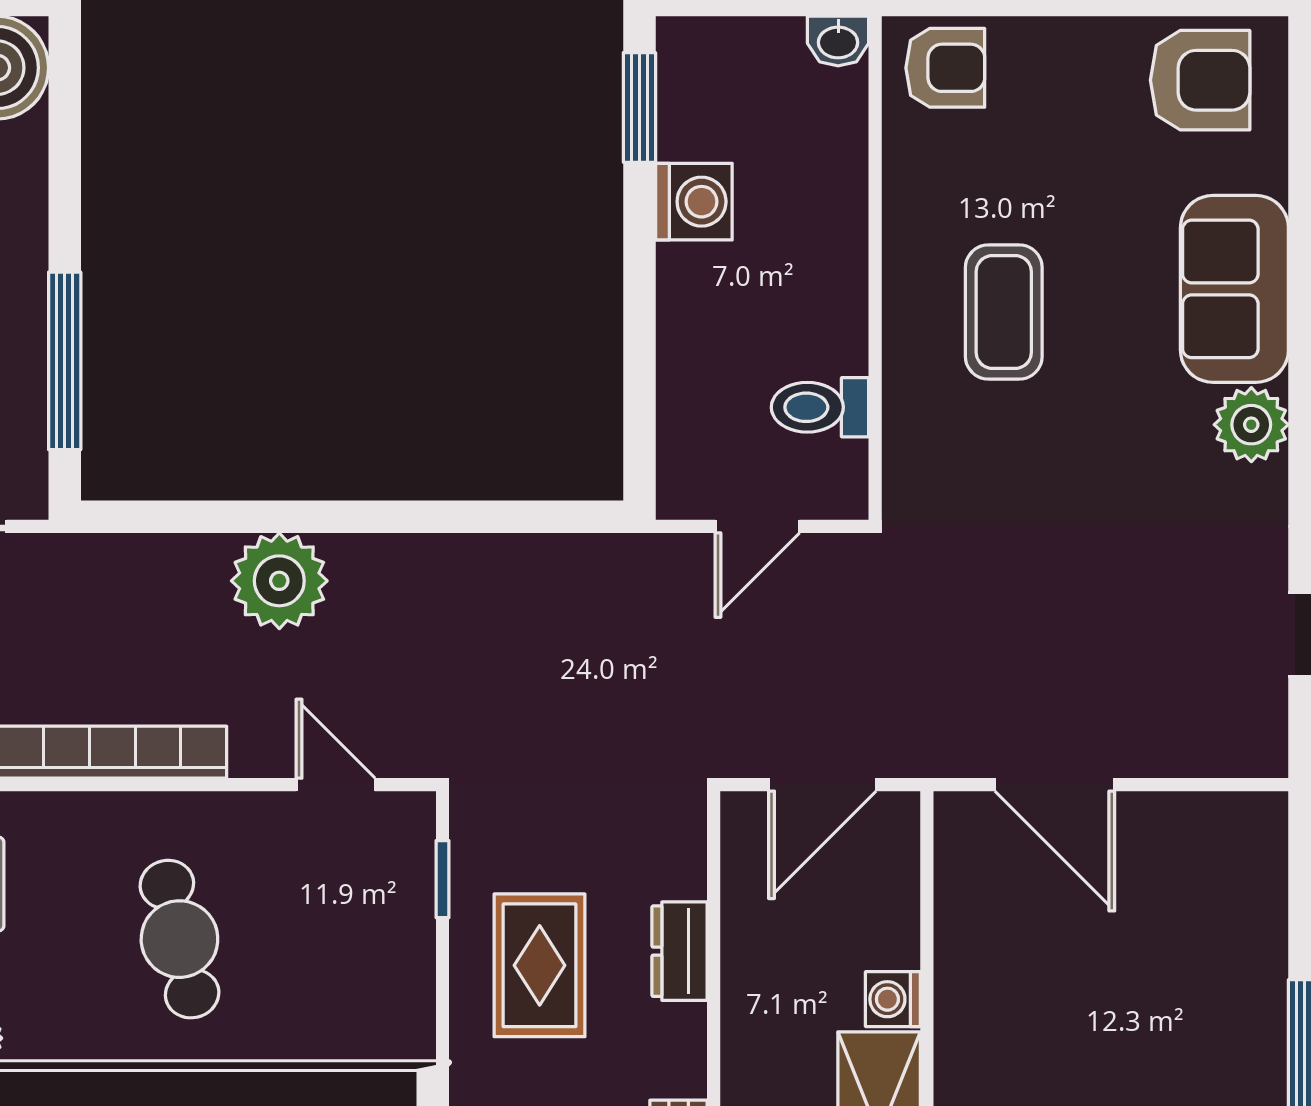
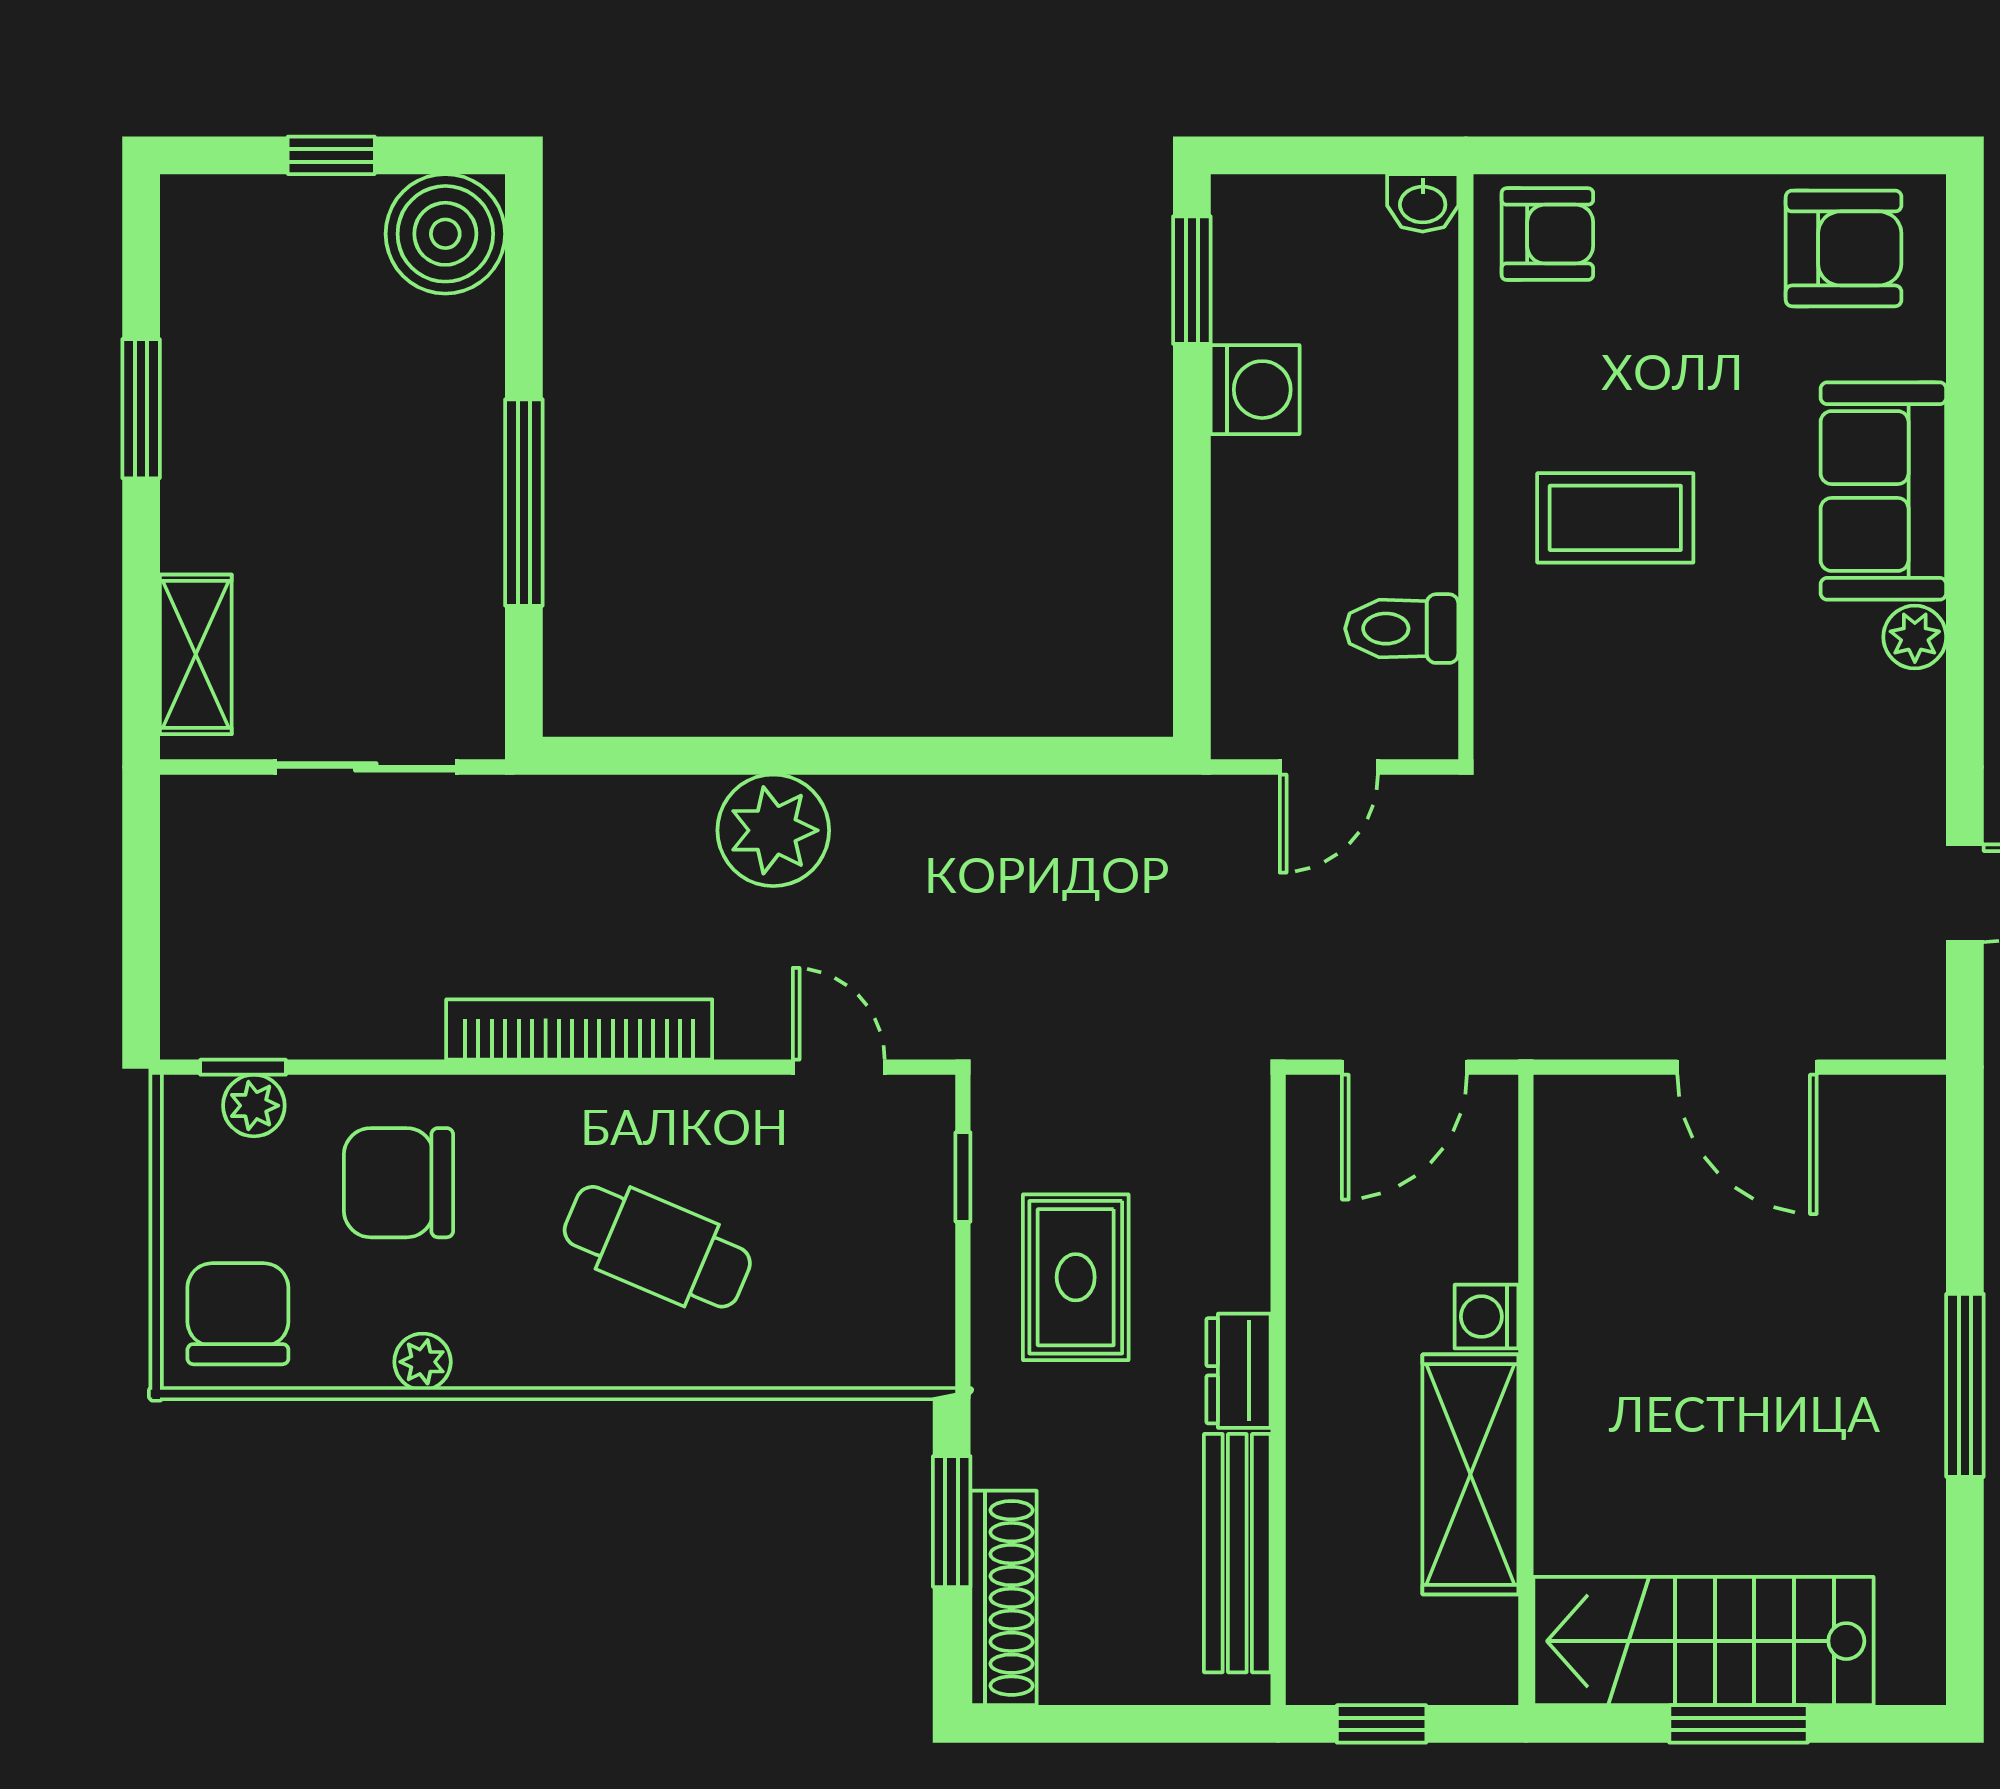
coffee table: (1004, 312) -> (1615, 518), turned 90
window: (65, 361) -> (524, 503), moved
plant: (1251, 425) -> (1915, 637), width x0.73, depth x0.73
door: (1055, 785) -> (1747, 1067), moved
cafe table: (179, 939) -> (657, 1247), turned -54
dresser: (680, 951) -> (1238, 1371), moved

